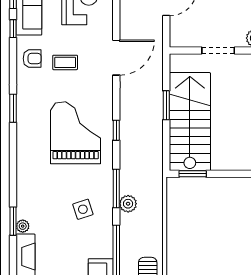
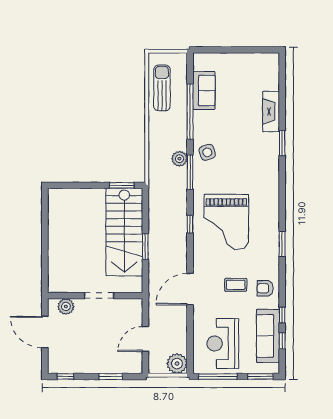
side table: (83, 209) -> (207, 152), moved
plant: (23, 226) -> (274, 139), removed

